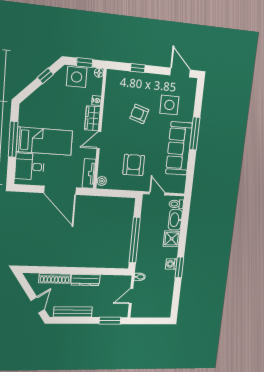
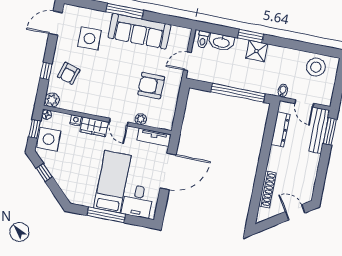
plant: (113, 76) -> (52, 100), added
armchair: (139, 114) -> (69, 73), moved
plant: (102, 181) -> (141, 119), moved
shower: (172, 239) -> (256, 51), moved
washing machine: (171, 264) -> (274, 51), removed
window: (179, 267) -> (251, 36), moved
dresser: (85, 280) -> (280, 129), moved
stool: (161, 300) -> (316, 67), added
bench: (73, 312) -> (319, 131), moved

